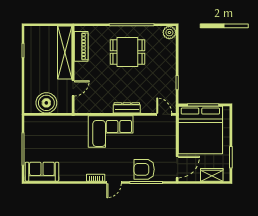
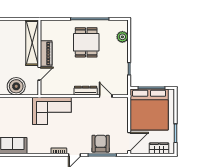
plant: (169, 33) -> (122, 37), moved
piano: (81, 46) -> (46, 53), moved
dining table: (127, 52) -> (86, 42), turned 90
door: (164, 114) -> (106, 96), moved
corner sofa: (111, 131) -> (52, 111), moved
armchair: (144, 169) -> (101, 144), turned 90

